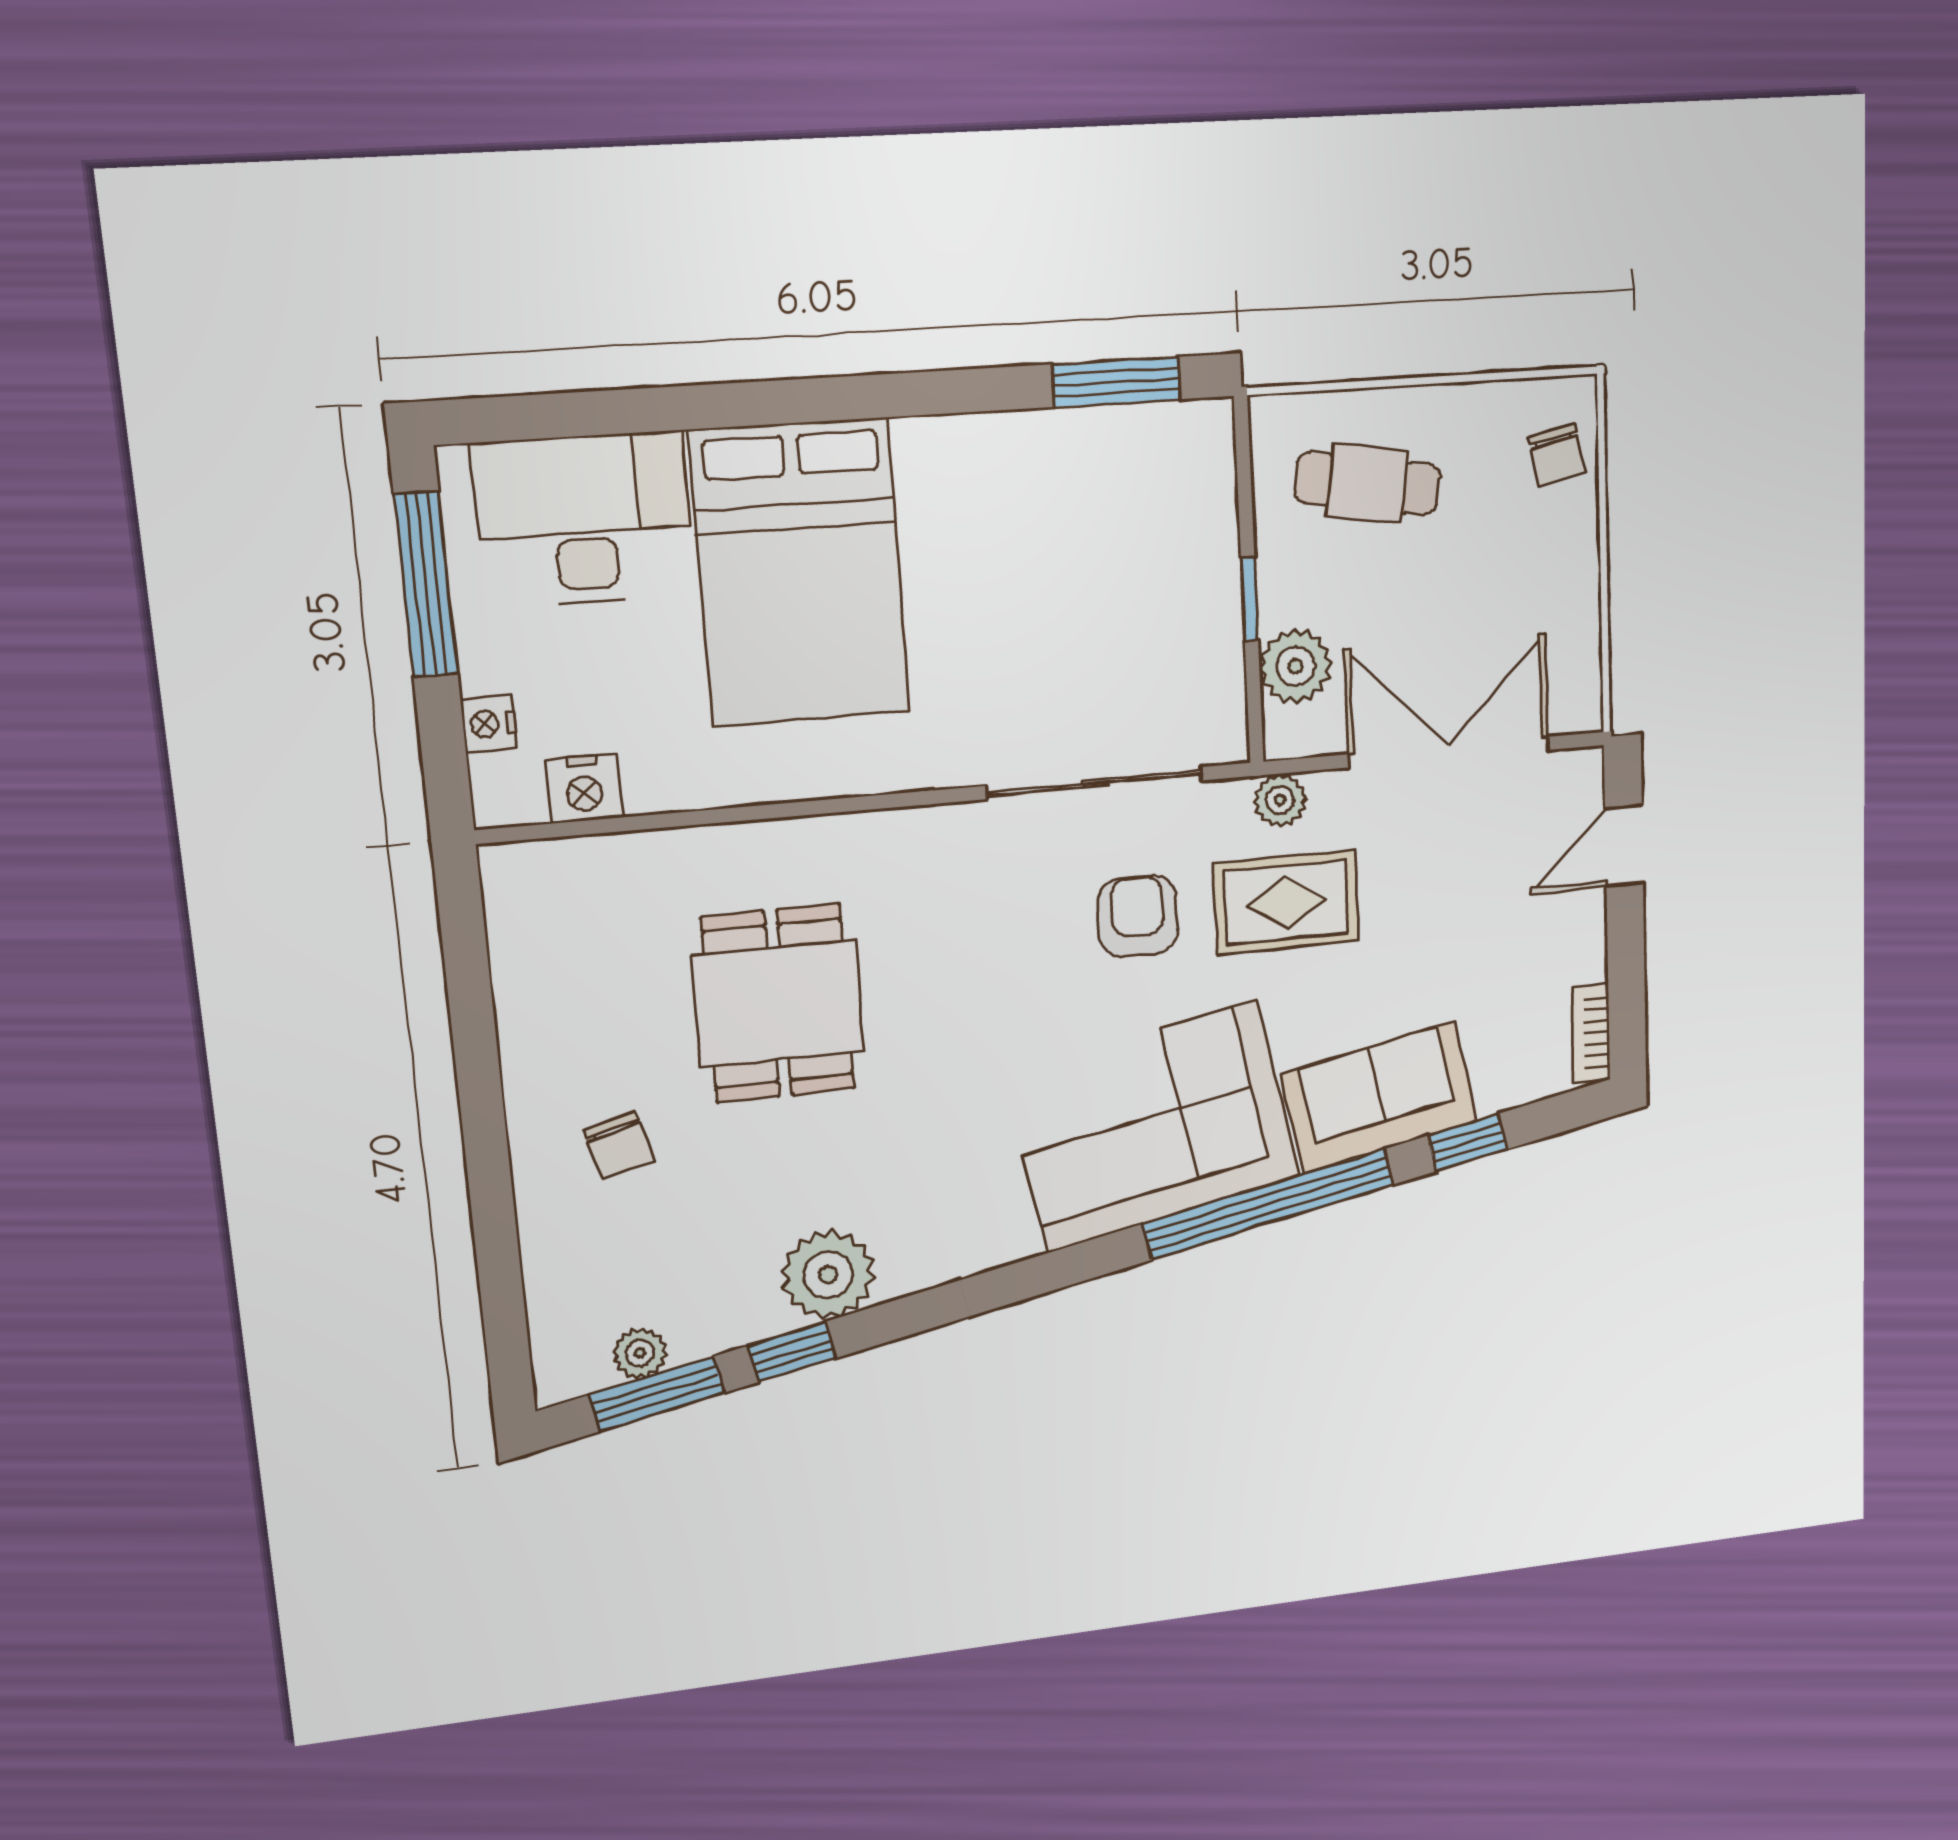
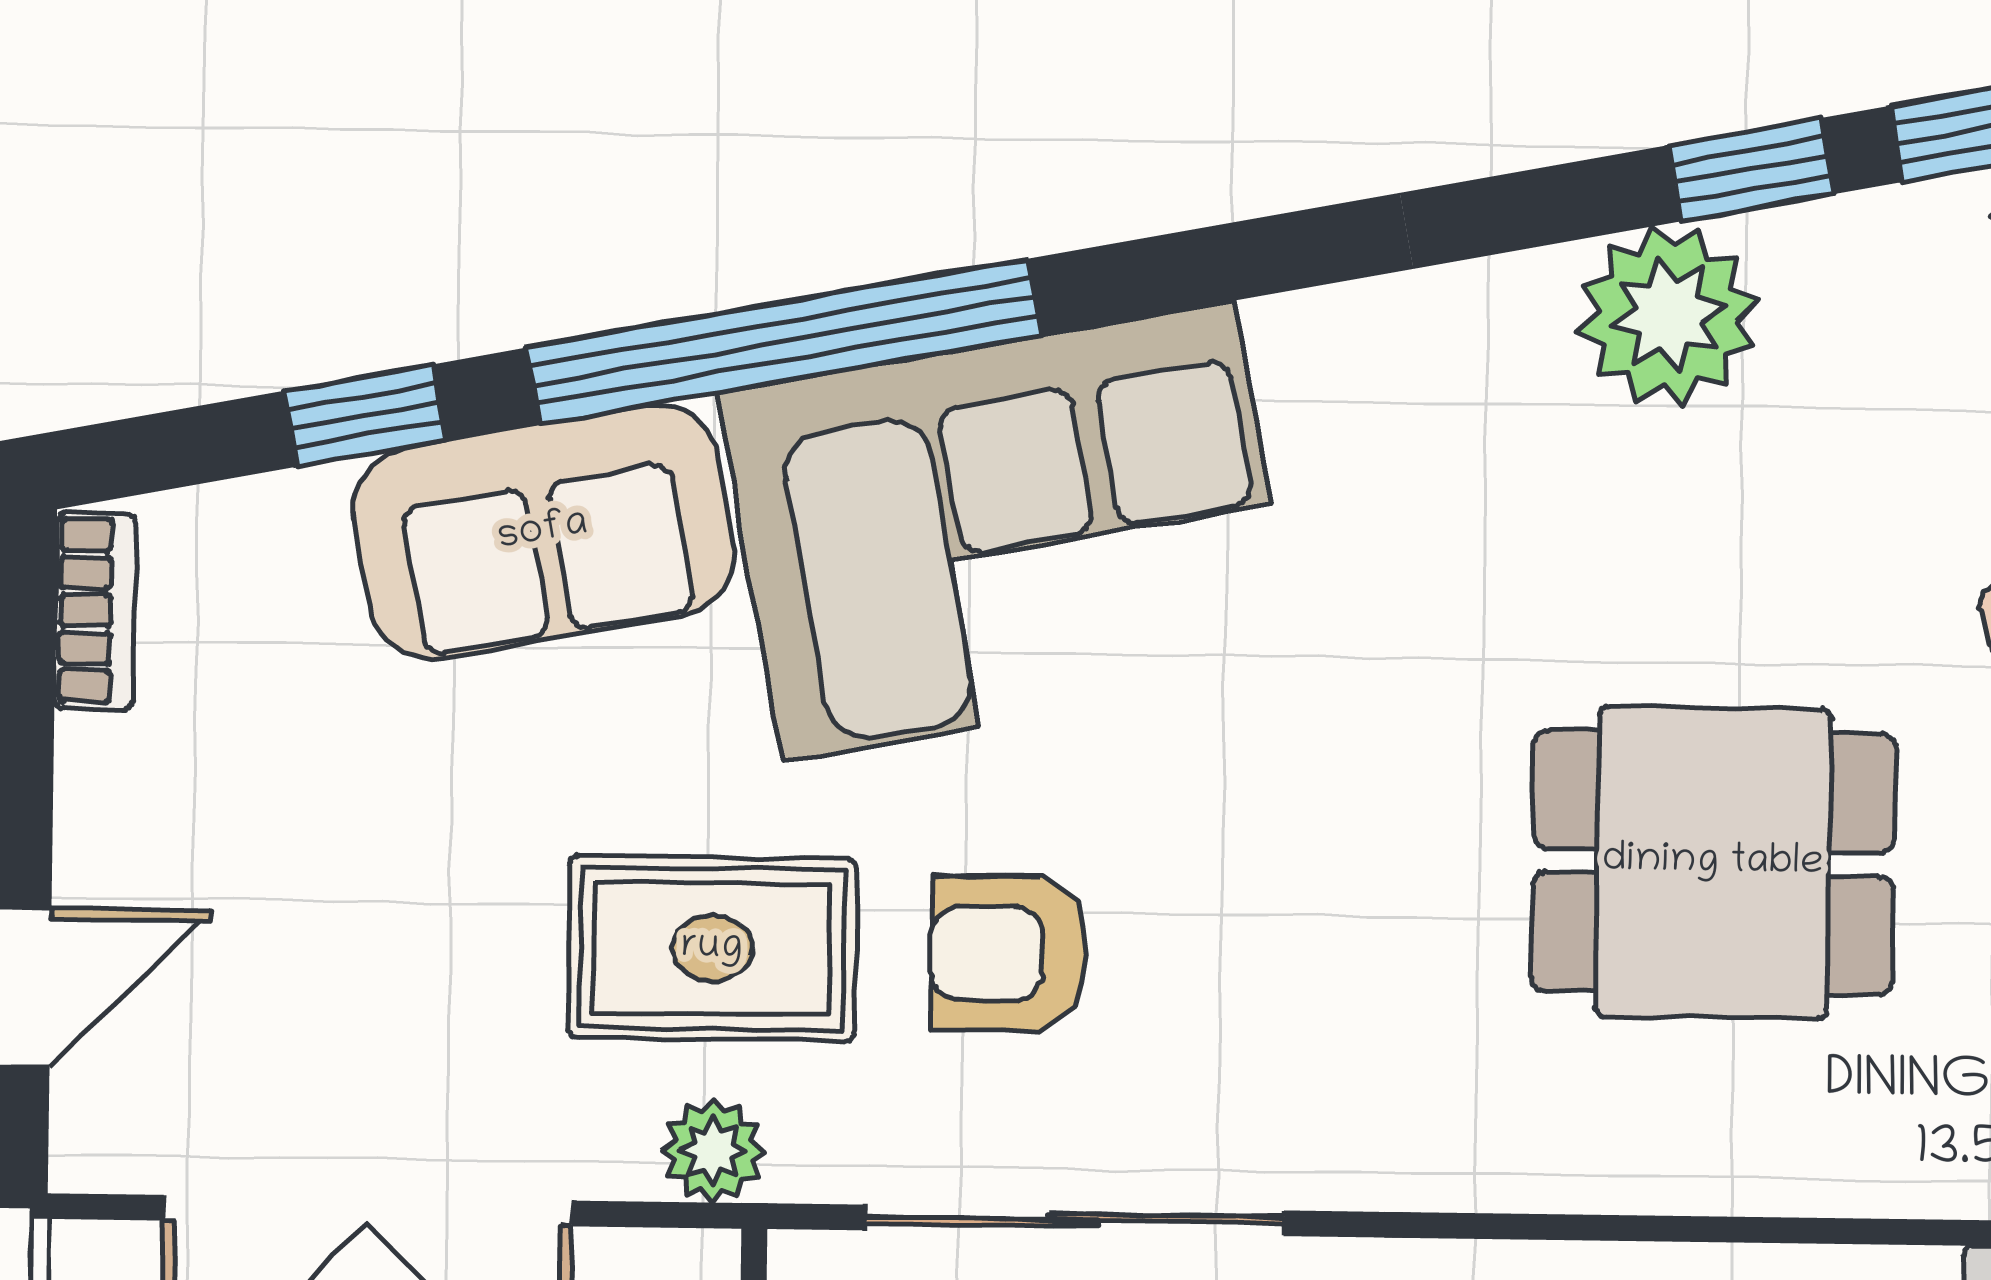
armchair: (1138, 916) -> (1009, 953), turned 90
dining table: (778, 1003) -> (1713, 863), turned 90

